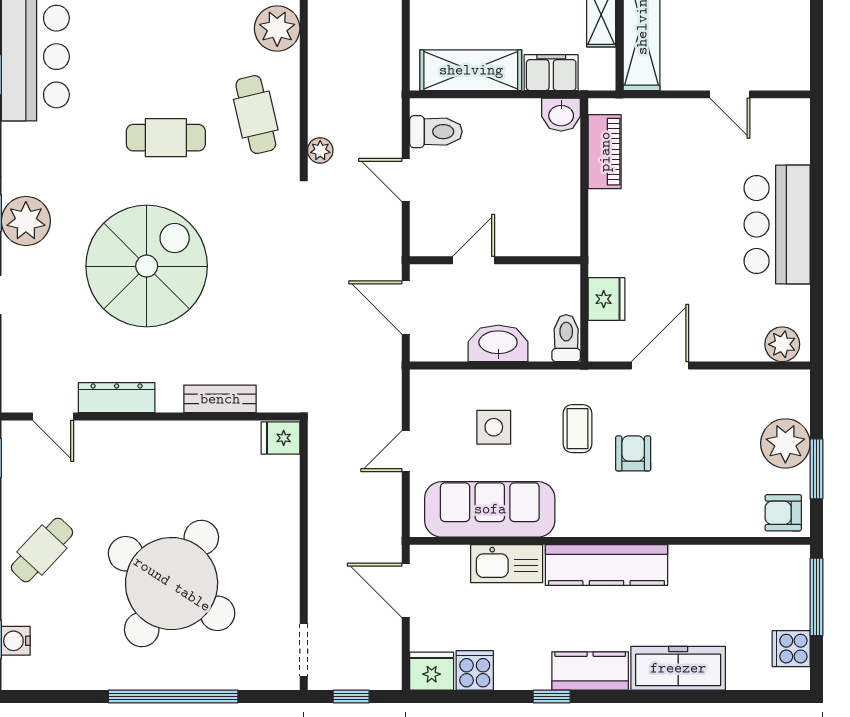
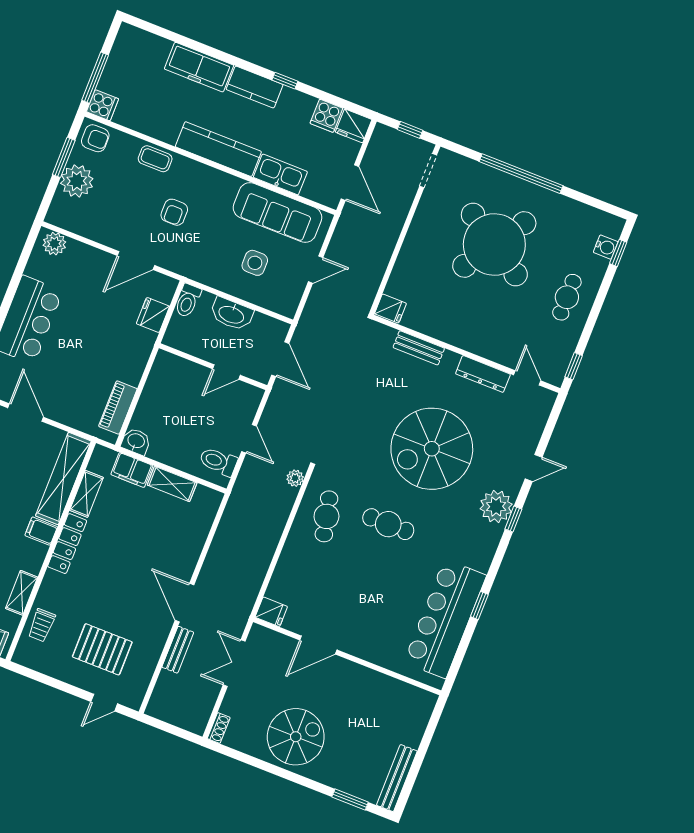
plant: (277, 28) -> (292, 565), removed
shelving: (471, 70) -> (172, 484), width x0.67, depth x0.75
door: (730, 94) -> (26, 412), width x1.37
coffee table: (577, 429) -> (155, 159), moved, turned 90
cafe table: (42, 550) -> (567, 297), turned -43
cooker: (791, 649) -> (103, 105), moved

